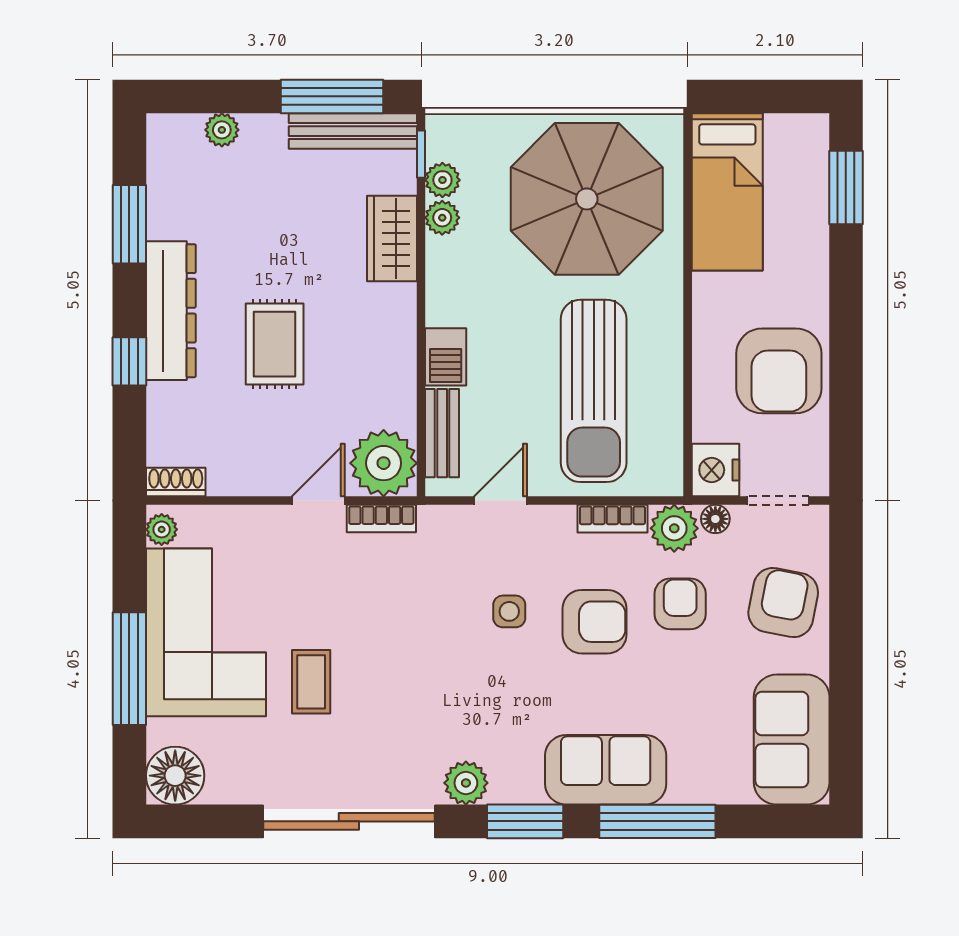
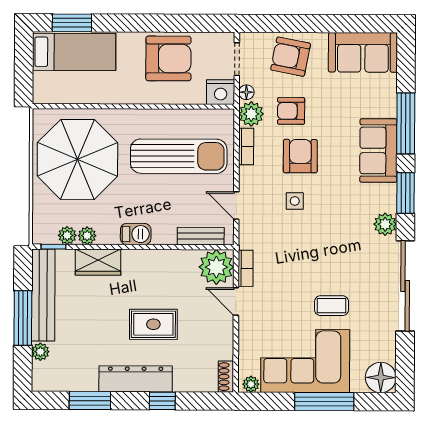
window: (332, 96) -> (23, 318), moved
bench: (353, 131) -> (43, 295), width x1.37, depth x1.21
bed: (727, 192) -> (74, 52), moved
barbecue: (446, 357) -> (136, 234), moved

